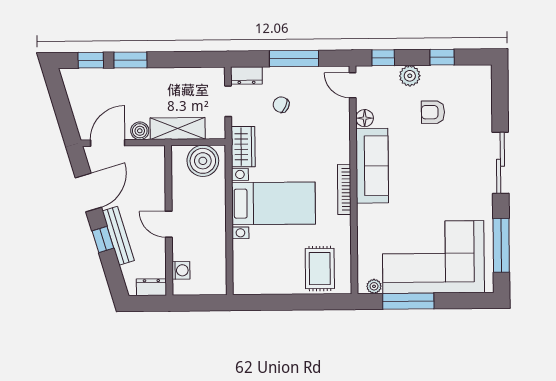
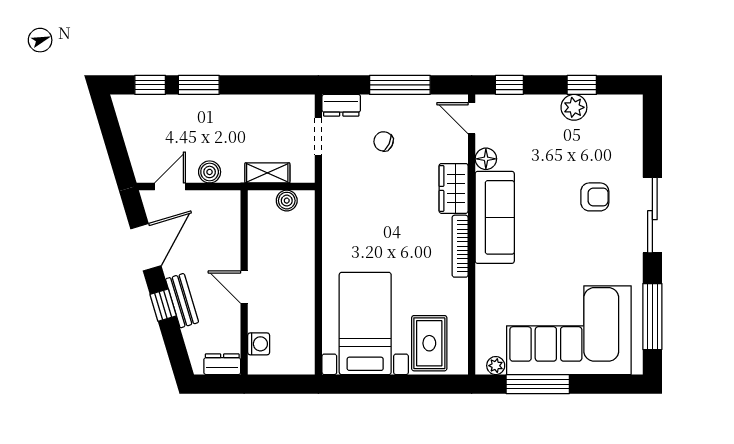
plant: (410, 76) -> (574, 107), moved
armchair: (433, 112) -> (595, 197), moved, turned 180
shelving: (178, 128) -> (267, 173), width x0.67, depth x0.75
door: (108, 143) -> (170, 187), width x0.73
wardrobe: (243, 147) -> (454, 188), moved, turned 180
boiler: (203, 161) -> (287, 201), width x0.54, depth x0.54
bed with nightstands: (273, 203) -> (365, 323), moved, turned -90
bench: (118, 236) -> (182, 301), width x0.73

